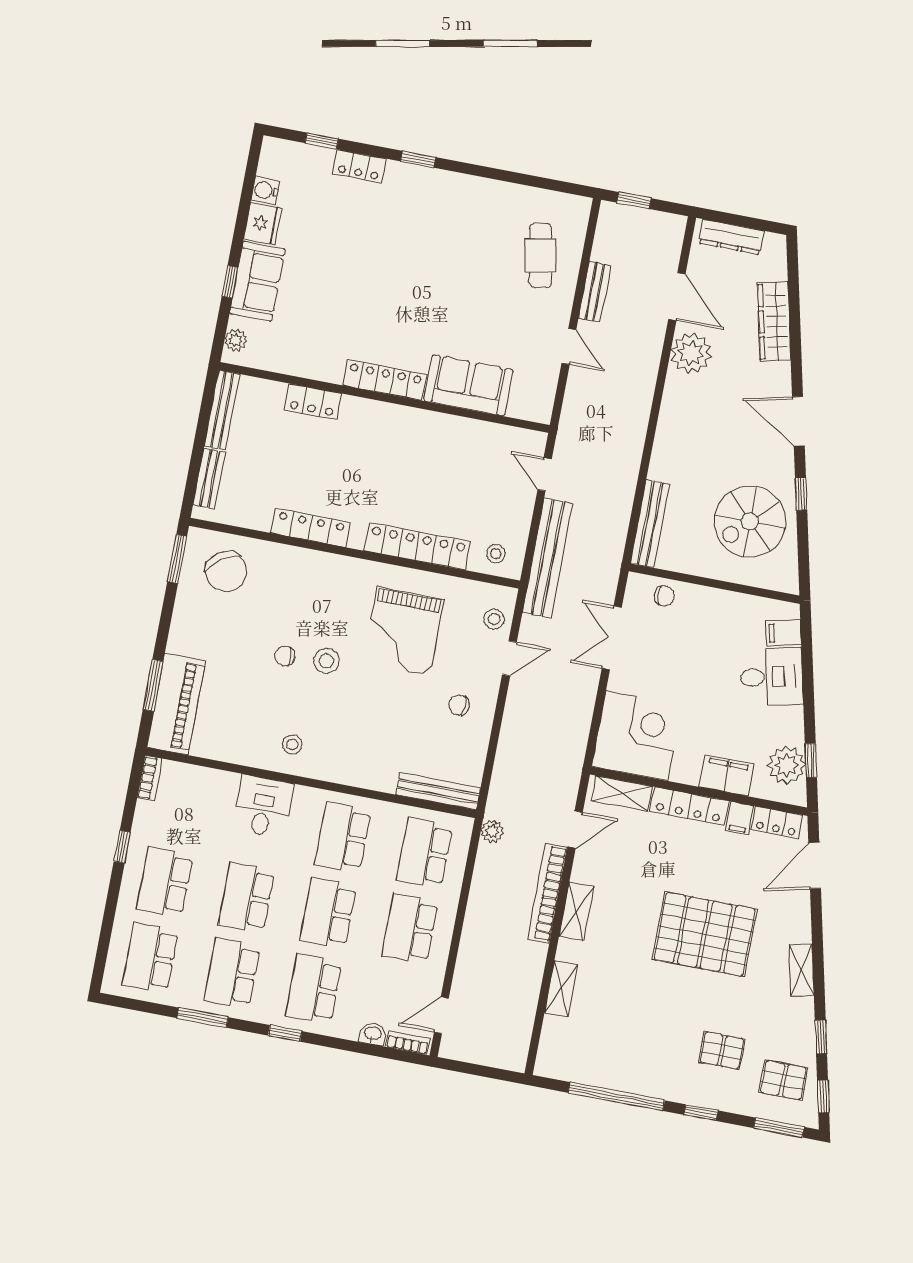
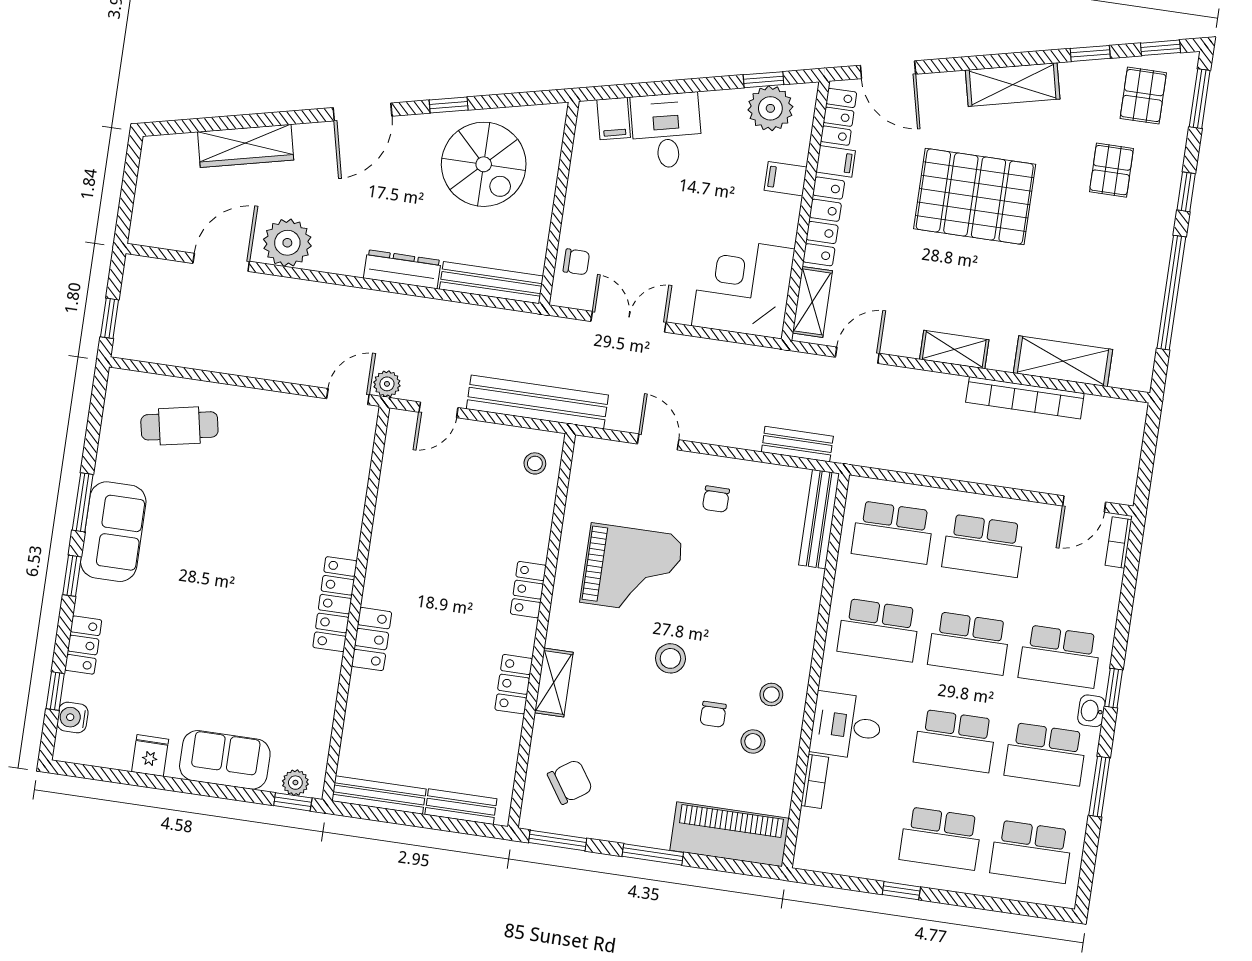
window: (480, 171) -> (83, 502), added
water cooler: (265, 190) -> (73, 717), moved, turned 90
fridge: (263, 224) -> (150, 755), width x0.72
dresser: (731, 237) -> (402, 269), moved, turned -90
window: (230, 282) -> (293, 802), moved
bench: (595, 292) -> (797, 444), moved
door: (569, 347) -> (348, 397), moved
sofa: (468, 385) -> (113, 532), moved, turned 180
locker: (313, 402) -> (372, 639), moved
locker: (310, 528) -> (514, 684), width x0.66
locker: (417, 546) -> (528, 590), width x0.46, depth x0.83
shelving: (310, 561) -> (554, 683), added
chair: (226, 572) -> (570, 782), width x0.73, depth x0.73
chair: (664, 596) -> (576, 262), turned 90
stool: (494, 619) -> (753, 741), moved
double door: (612, 638) -> (629, 322), swing flipped
chair: (285, 656) -> (713, 714), moved
window: (153, 685) -> (653, 854), moved
filing cabinet: (727, 775) -> (786, 179), width x0.50
bookcase: (150, 778) -> (815, 781), moved, turned 90
door: (575, 829) -> (857, 355), hinge flipped
plant: (492, 831) -> (387, 384), moved
bookcase: (548, 893) -> (1025, 398), moved
pallet: (705, 934) -> (975, 197), turned 90
shelving: (802, 970) -> (1013, 85), width x1.50, depth x1.33
shelving: (561, 989) -> (1063, 361), width x1.50, depth x1.33
door: (441, 1015) -> (1084, 504), hinge flipped
washbasin: (373, 1034) -> (1091, 711), moved

